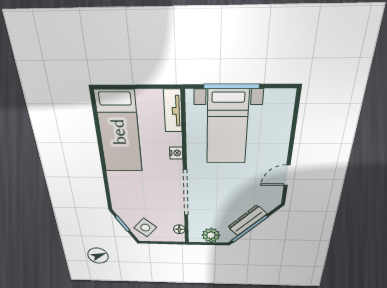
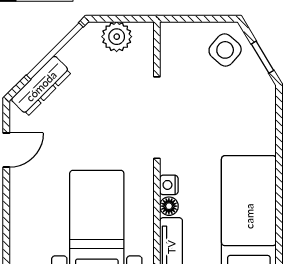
dresser: (247, 221) -> (41, 86), moved
floor lamp: (179, 229) -> (169, 206), moved

